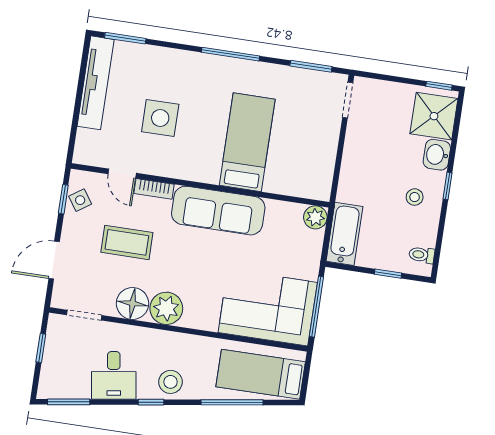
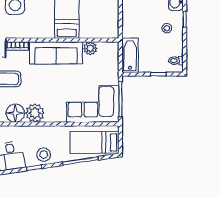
plant: (315, 217) -> (90, 48), moved

